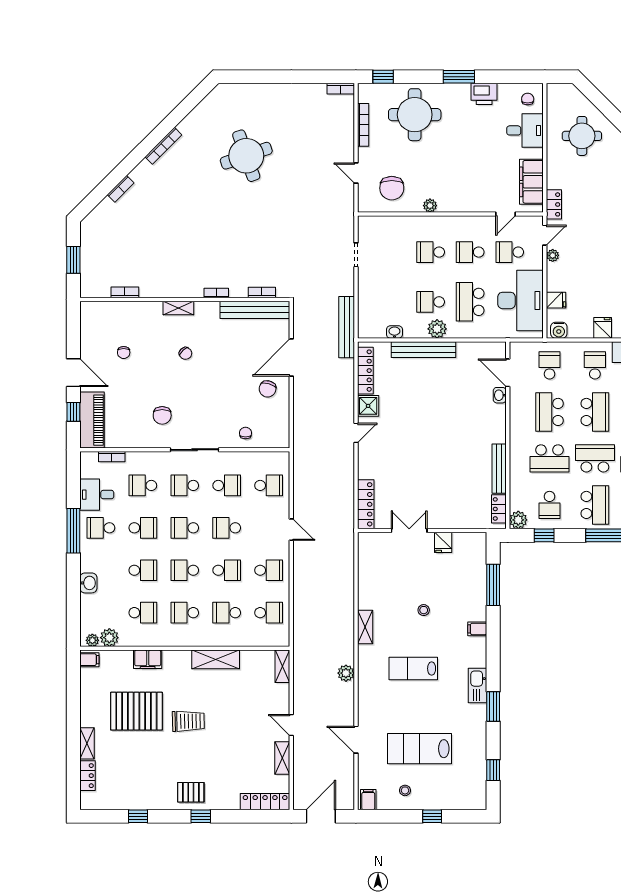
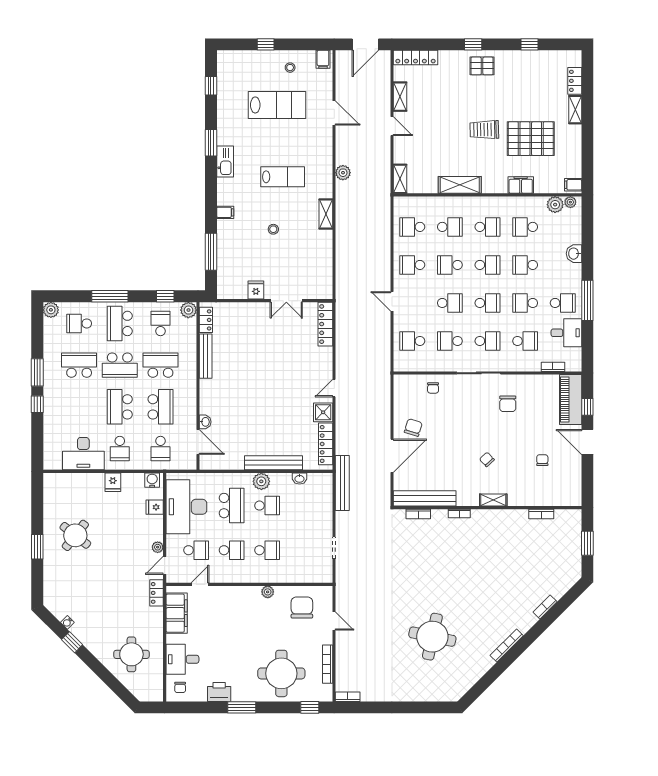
round table: (246, 156) -> (432, 637), turned 31
chair: (162, 415) -> (508, 404), turned 180

